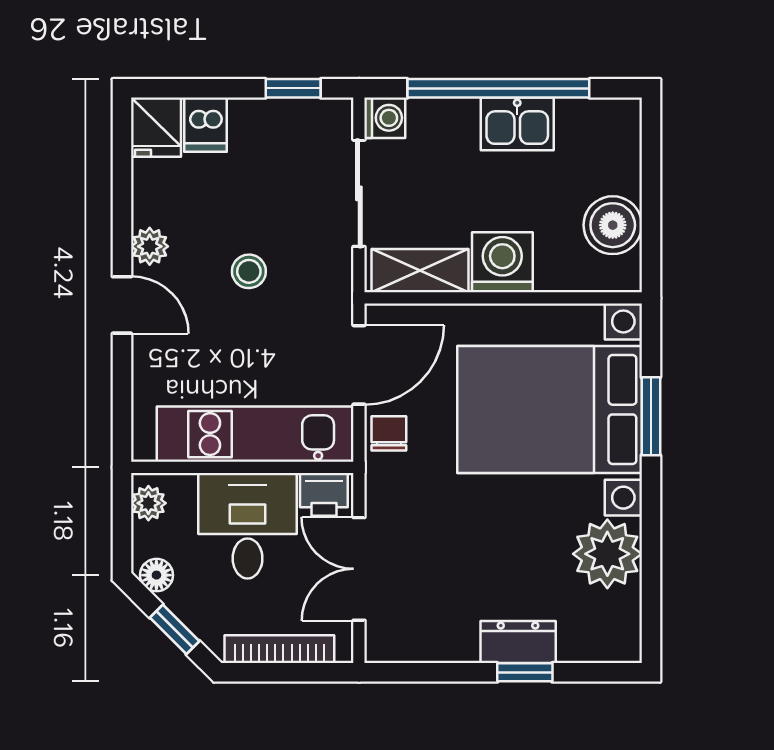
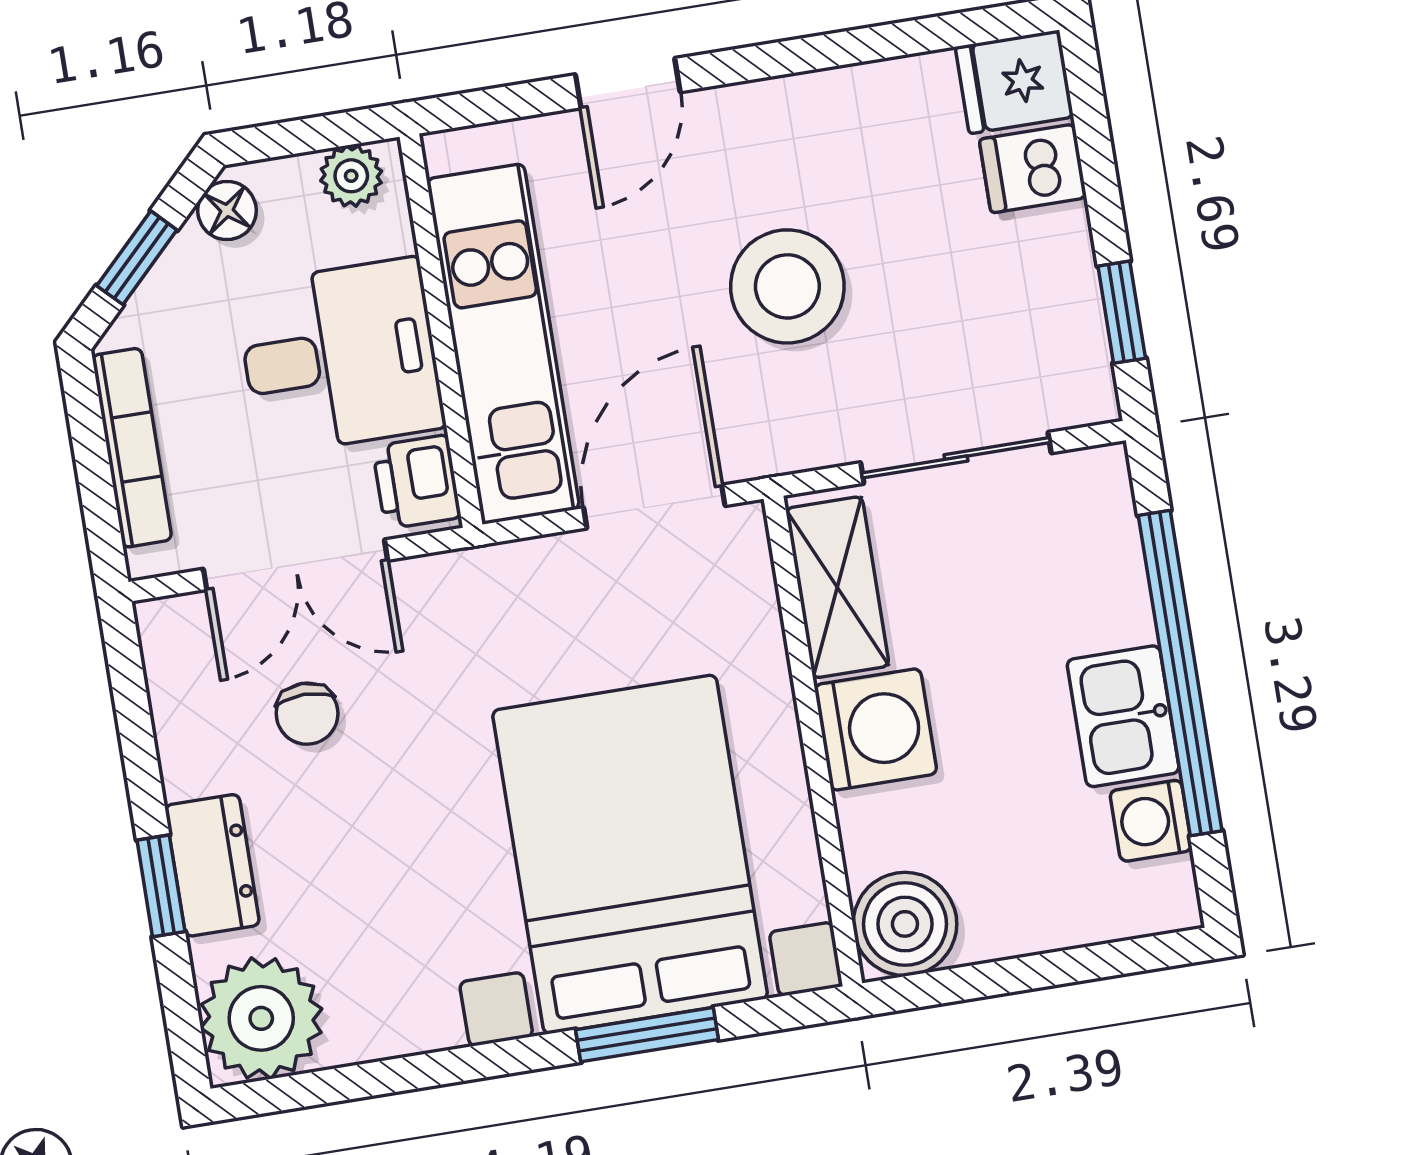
washing machine: (385, 118) -> (1151, 821), moved, turned 90
boiler: (613, 225) -> (905, 924), moved
plant: (150, 246) -> (803, 105), removed
stool: (249, 271) -> (787, 286), width x1.89, depth x1.89
door: (122, 305) -> (628, 83), moved
door: (359, 365) -> (654, 507), swing flipped
chair: (389, 433) -> (307, 714), moved, turned 90
plant: (607, 554) -> (261, 1018), moved
double door: (359, 569) -> (296, 565), swing flipped

